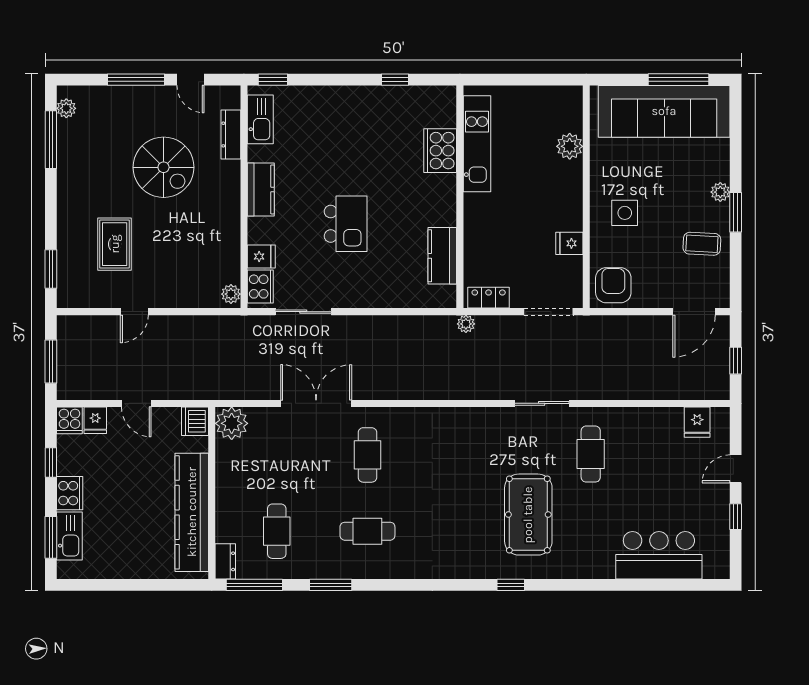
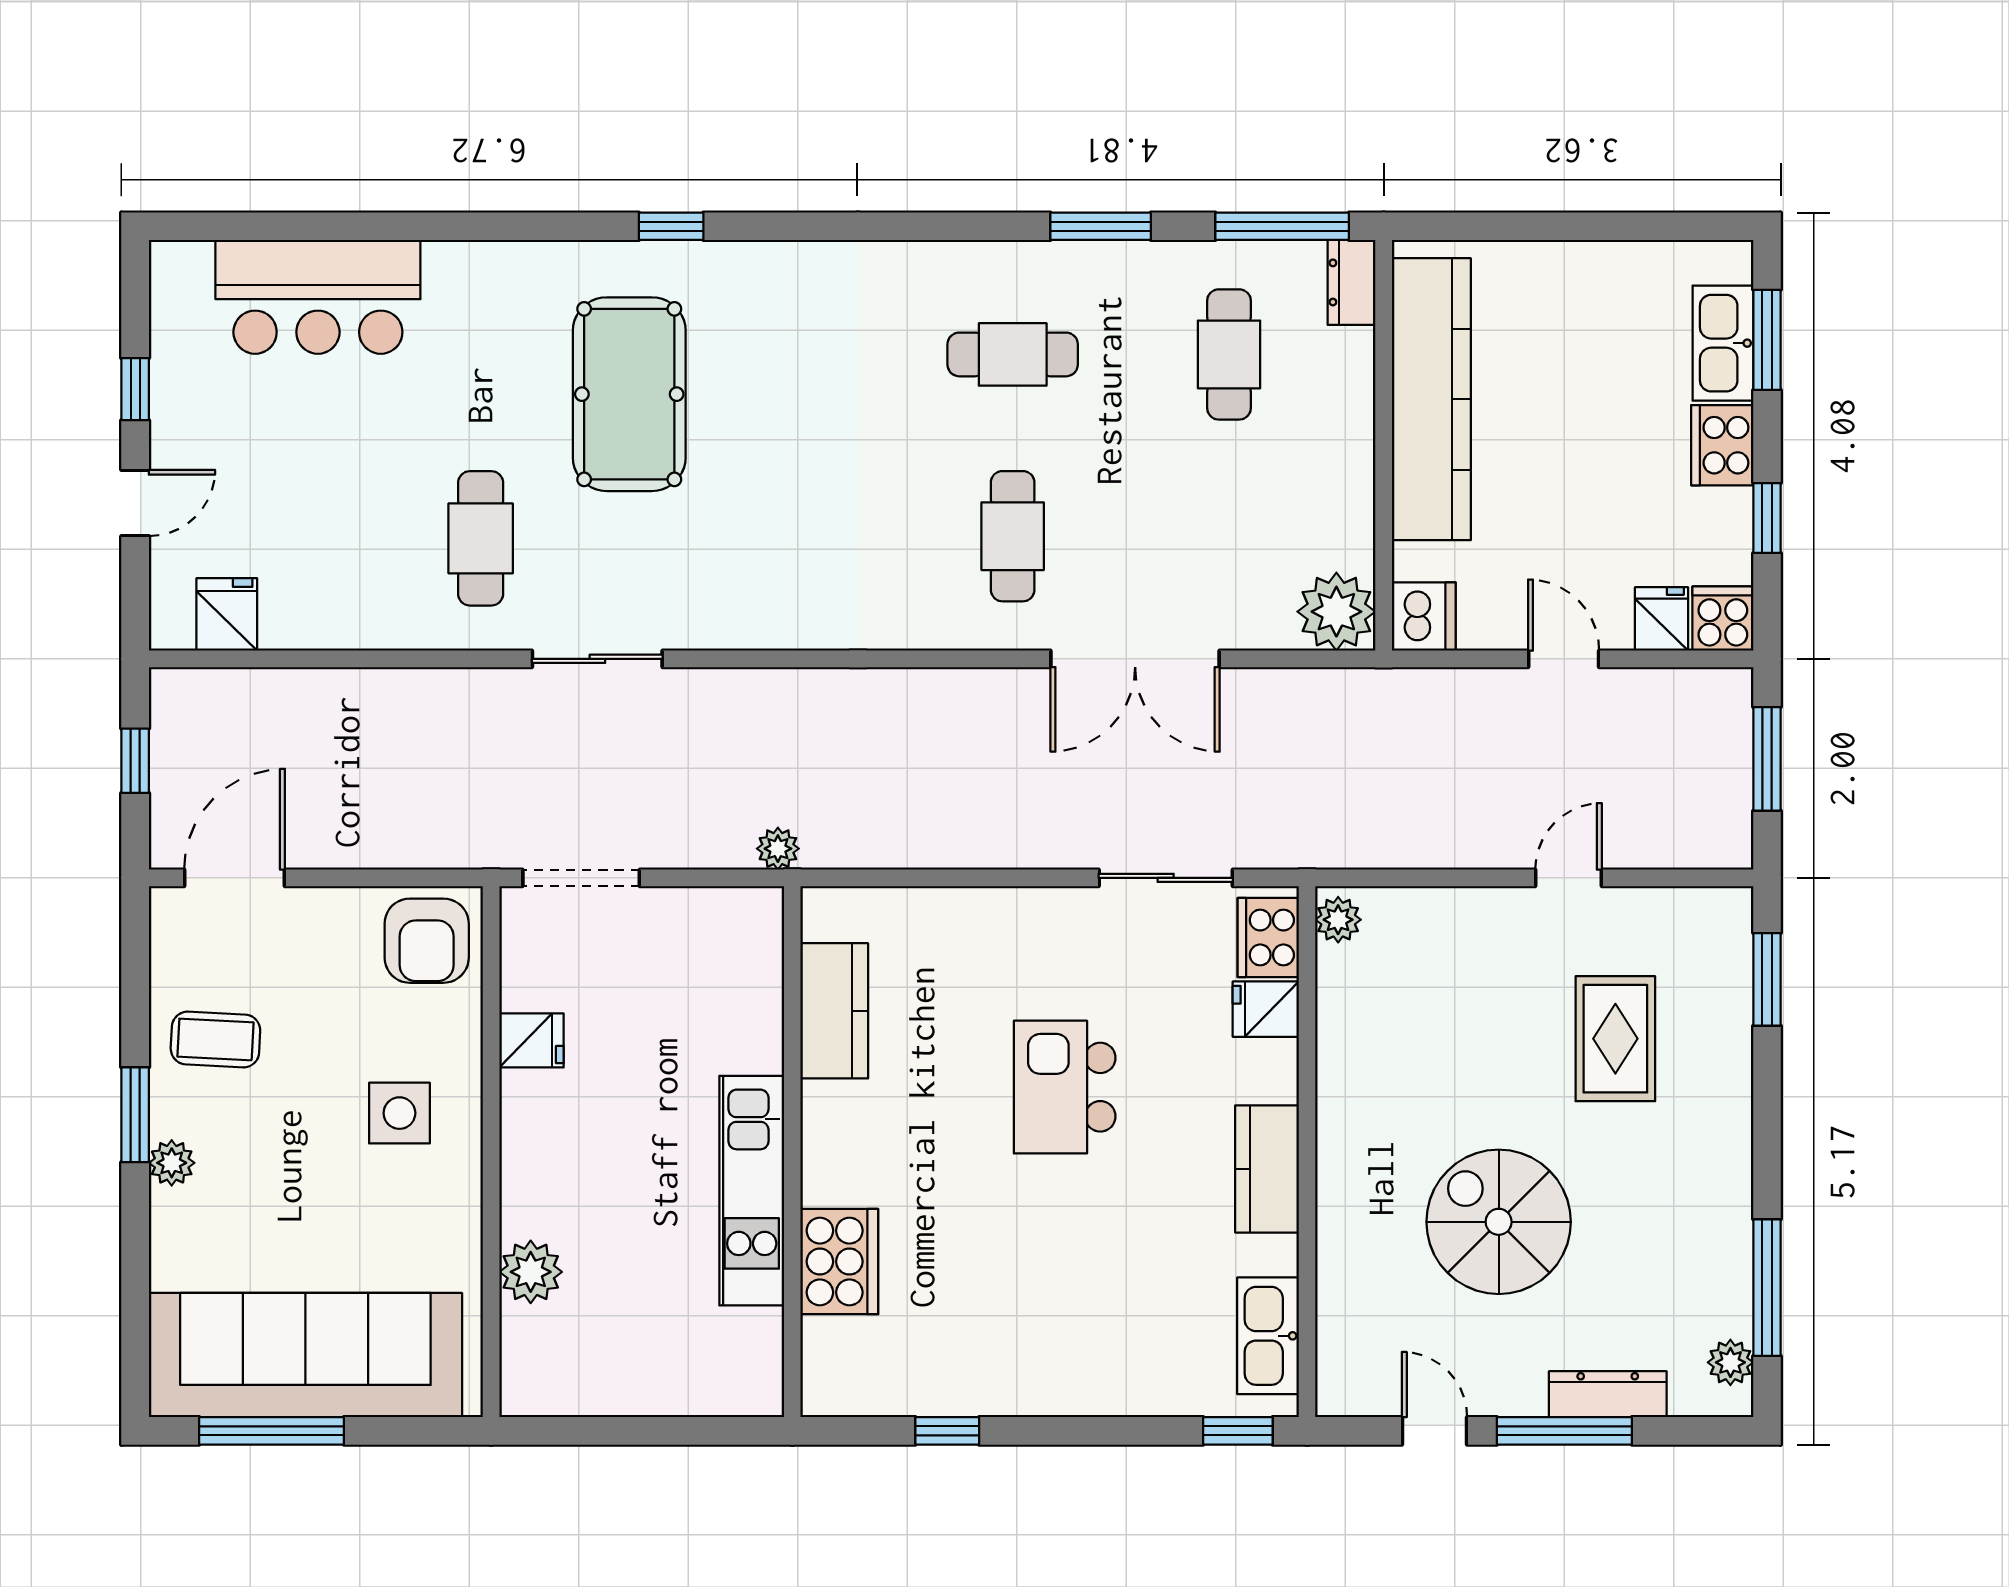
dresser: (231, 135) -> (1608, 1394), moved, turned -90
kitchen unit: (477, 144) -> (752, 1191), moved
locker: (489, 298) -> (724, 911), removed

